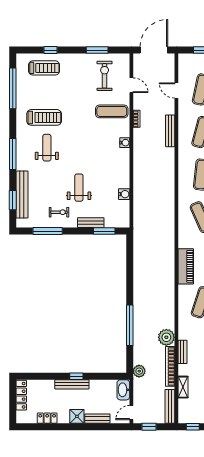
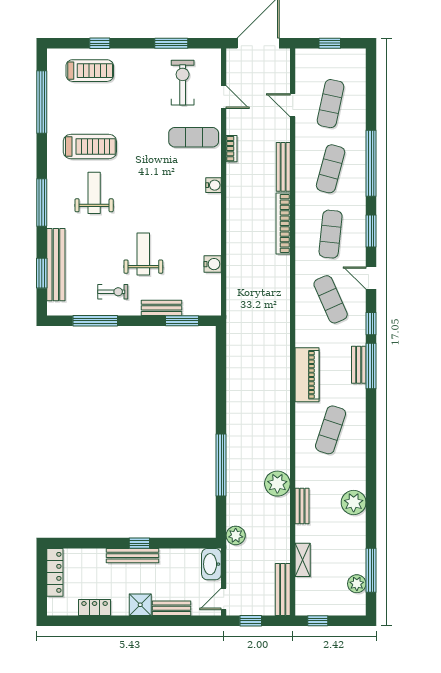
bookcase: (170, 366) -> (283, 223), moved

